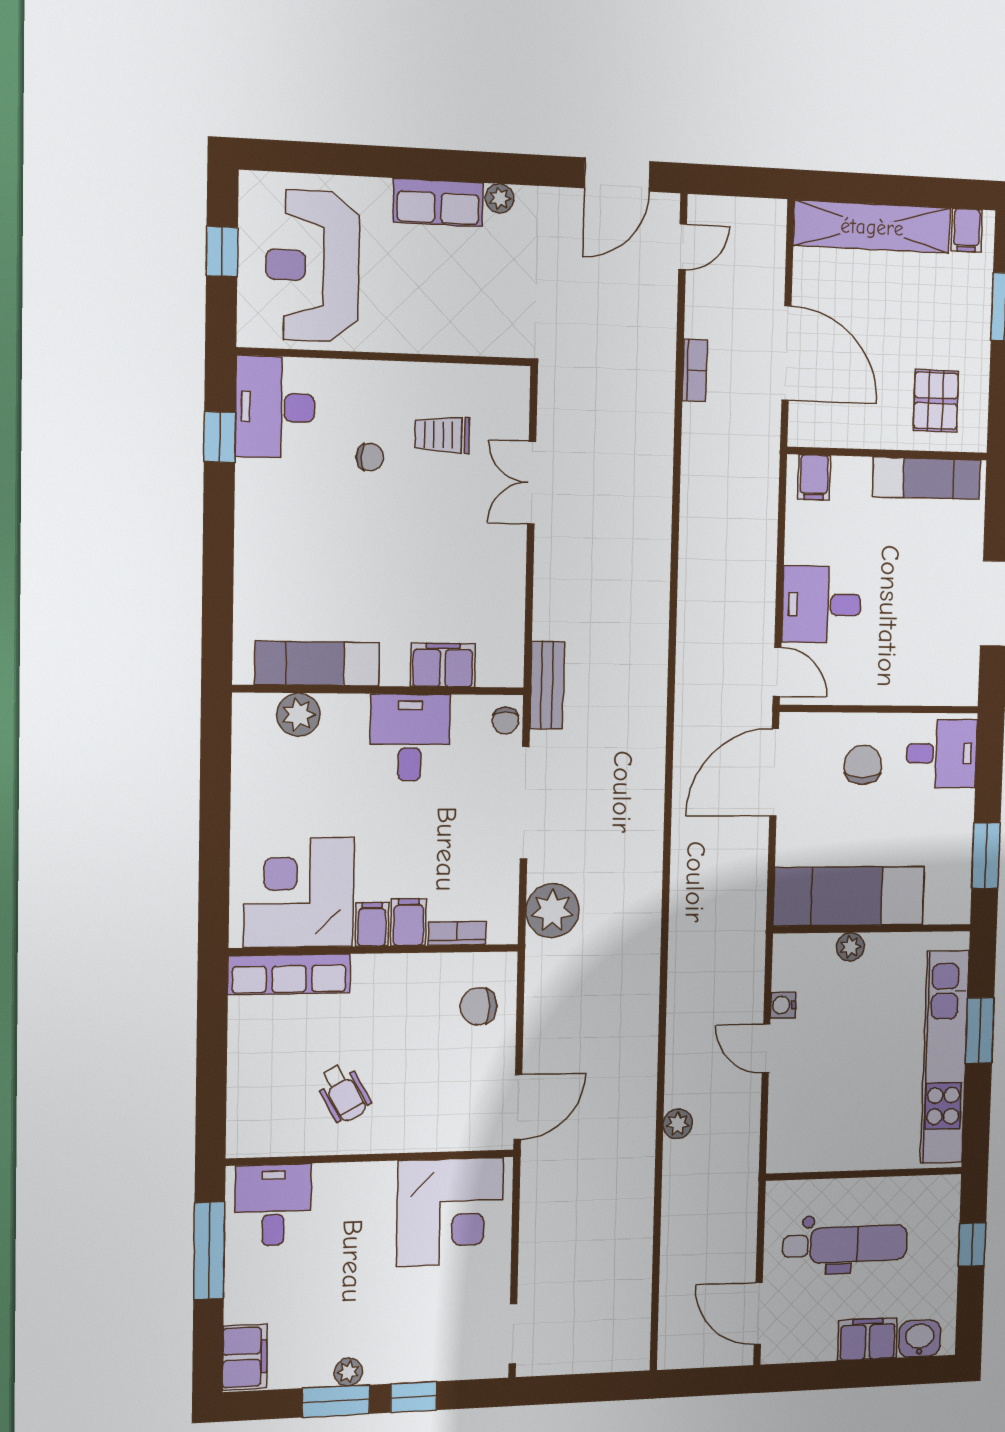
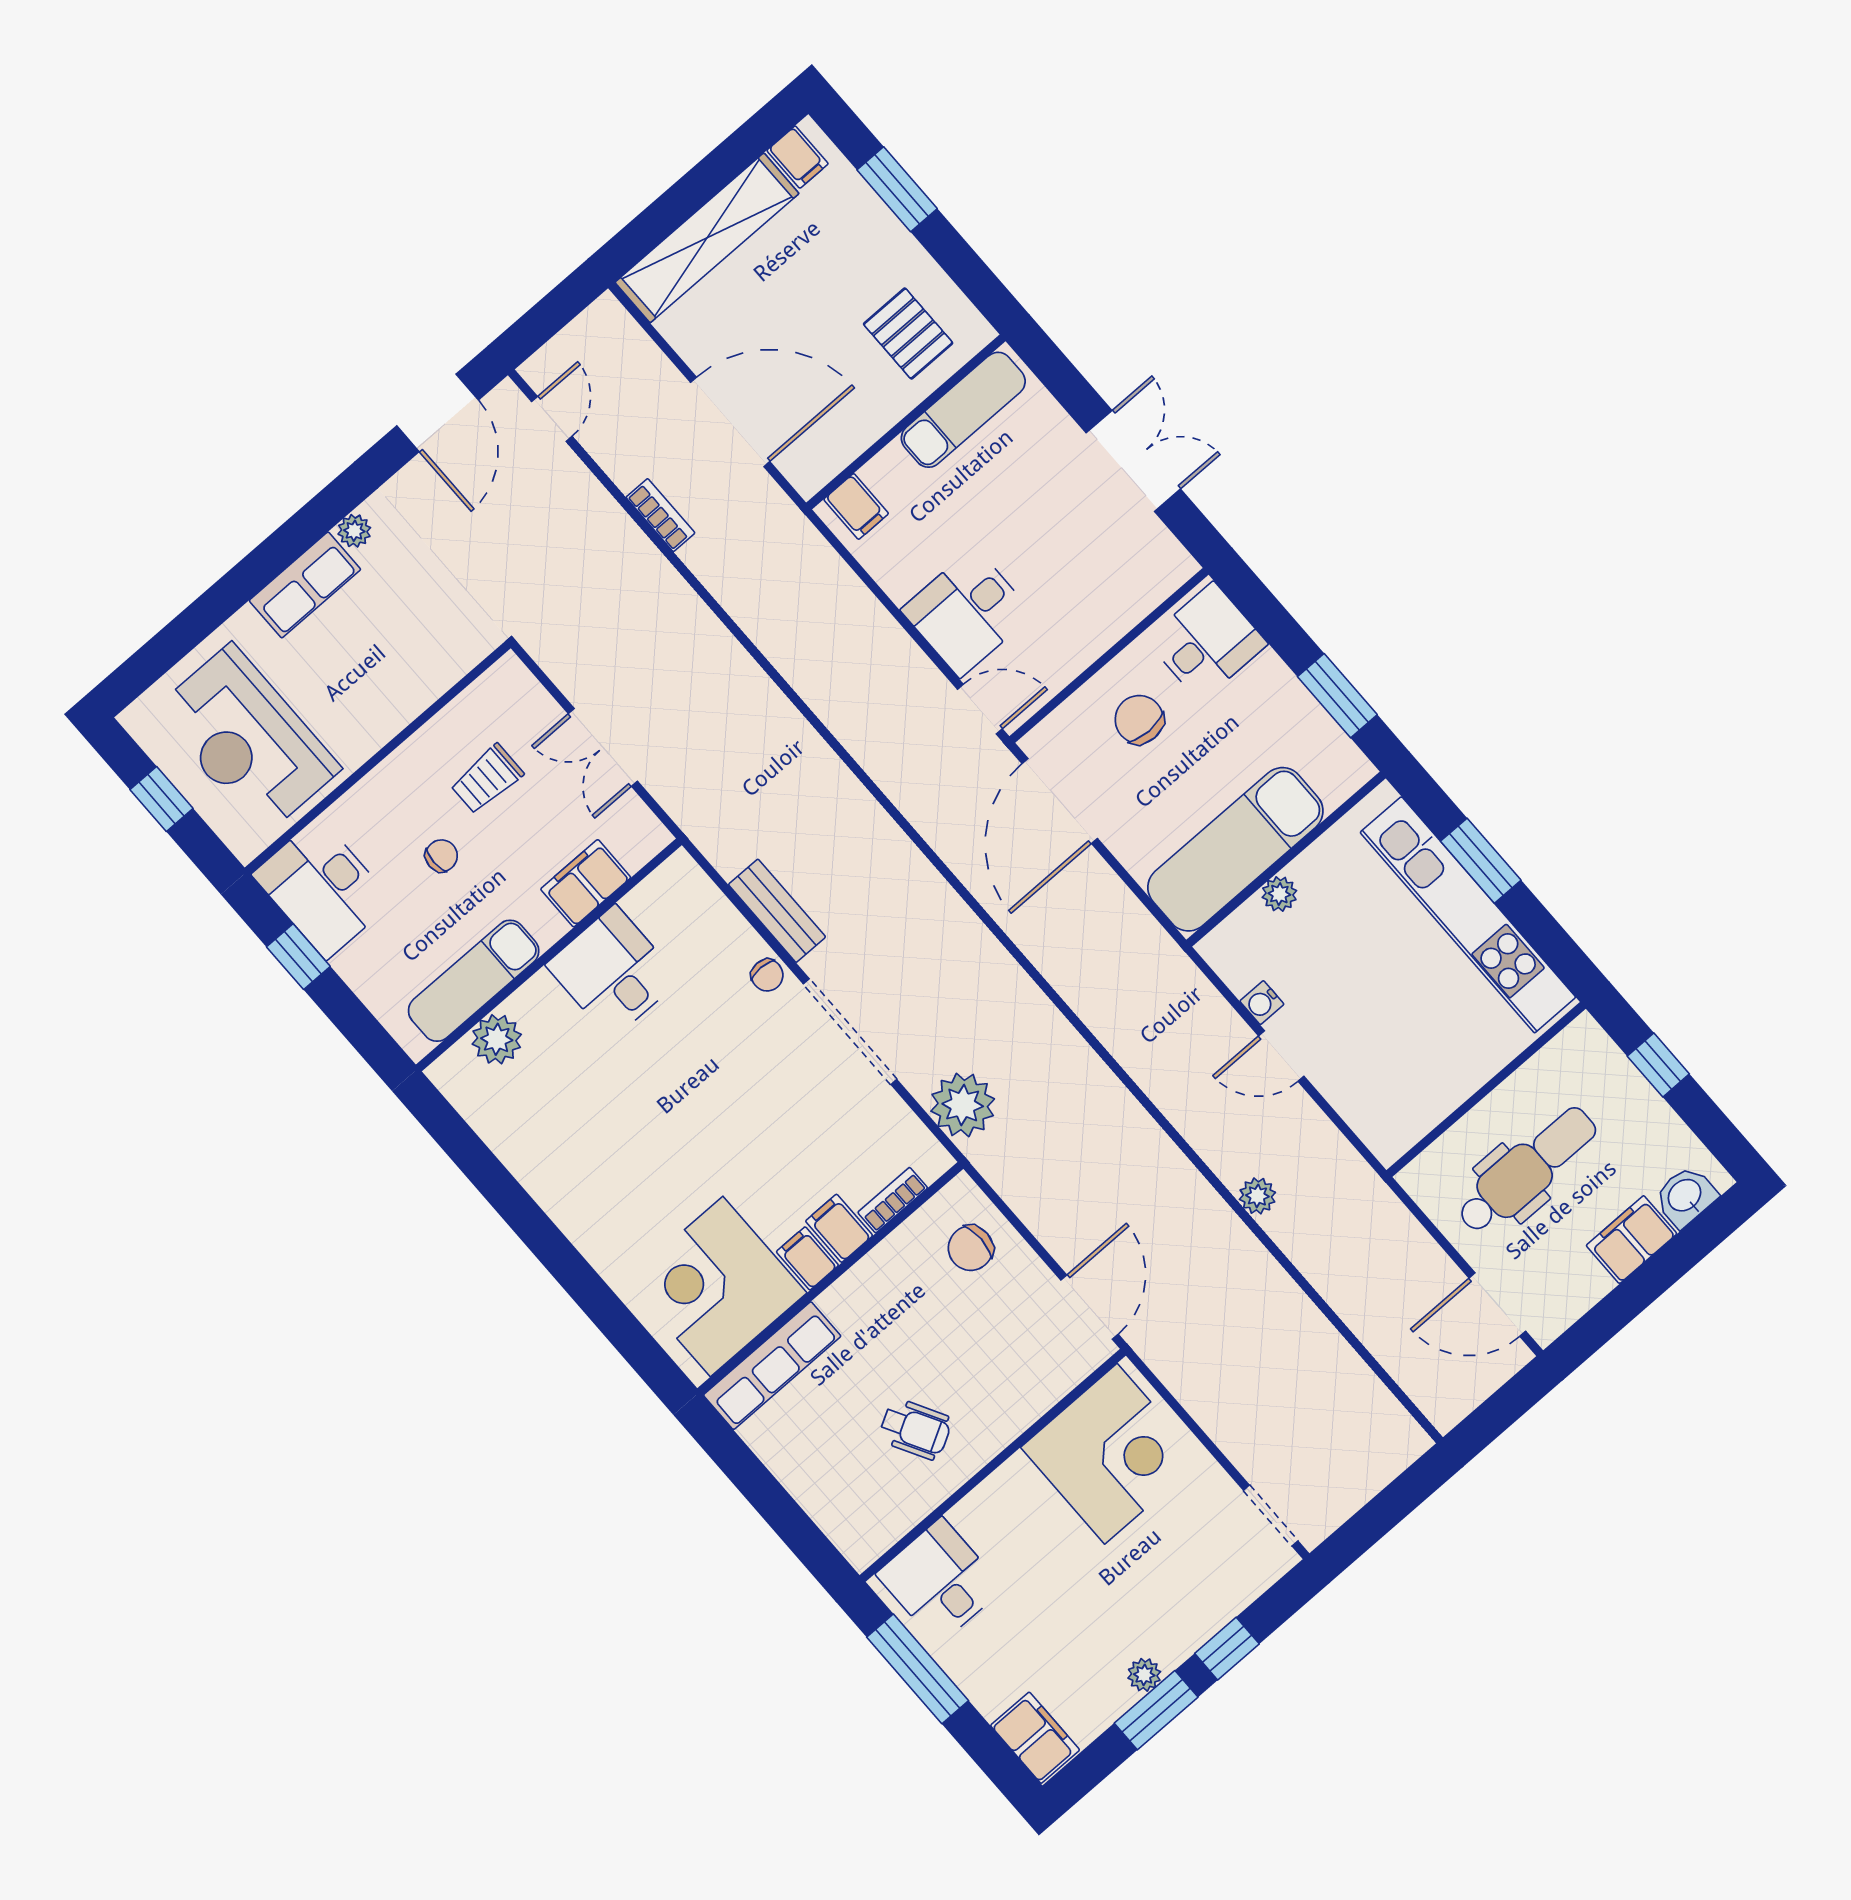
exam couch: (317, 664) -> (474, 981), moved
filing cabinet: (443, 665) -> (586, 883), moved
wall: (379, 690) -> (549, 955), moved
plant: (298, 715) -> (497, 1039), moved
desk: (410, 737) -> (613, 972), moved

